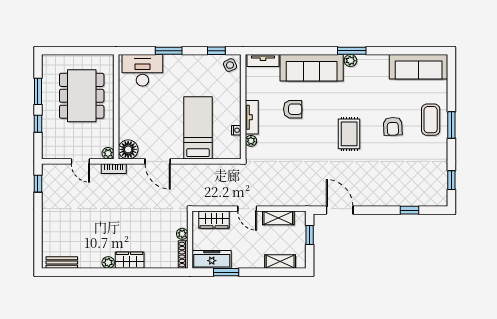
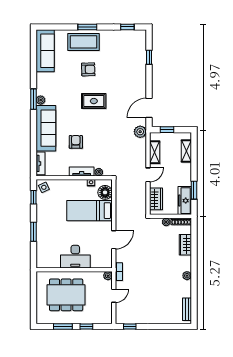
desk: (142, 70) -> (75, 257), moved, turned -90
coffee table: (431, 120) -> (83, 42), width x1.36, depth x1.32
floor lamp: (128, 149) -> (105, 192), moved
plant: (307, 198) -> (140, 132), added
wardrobe: (130, 260) -> (185, 245), moved

